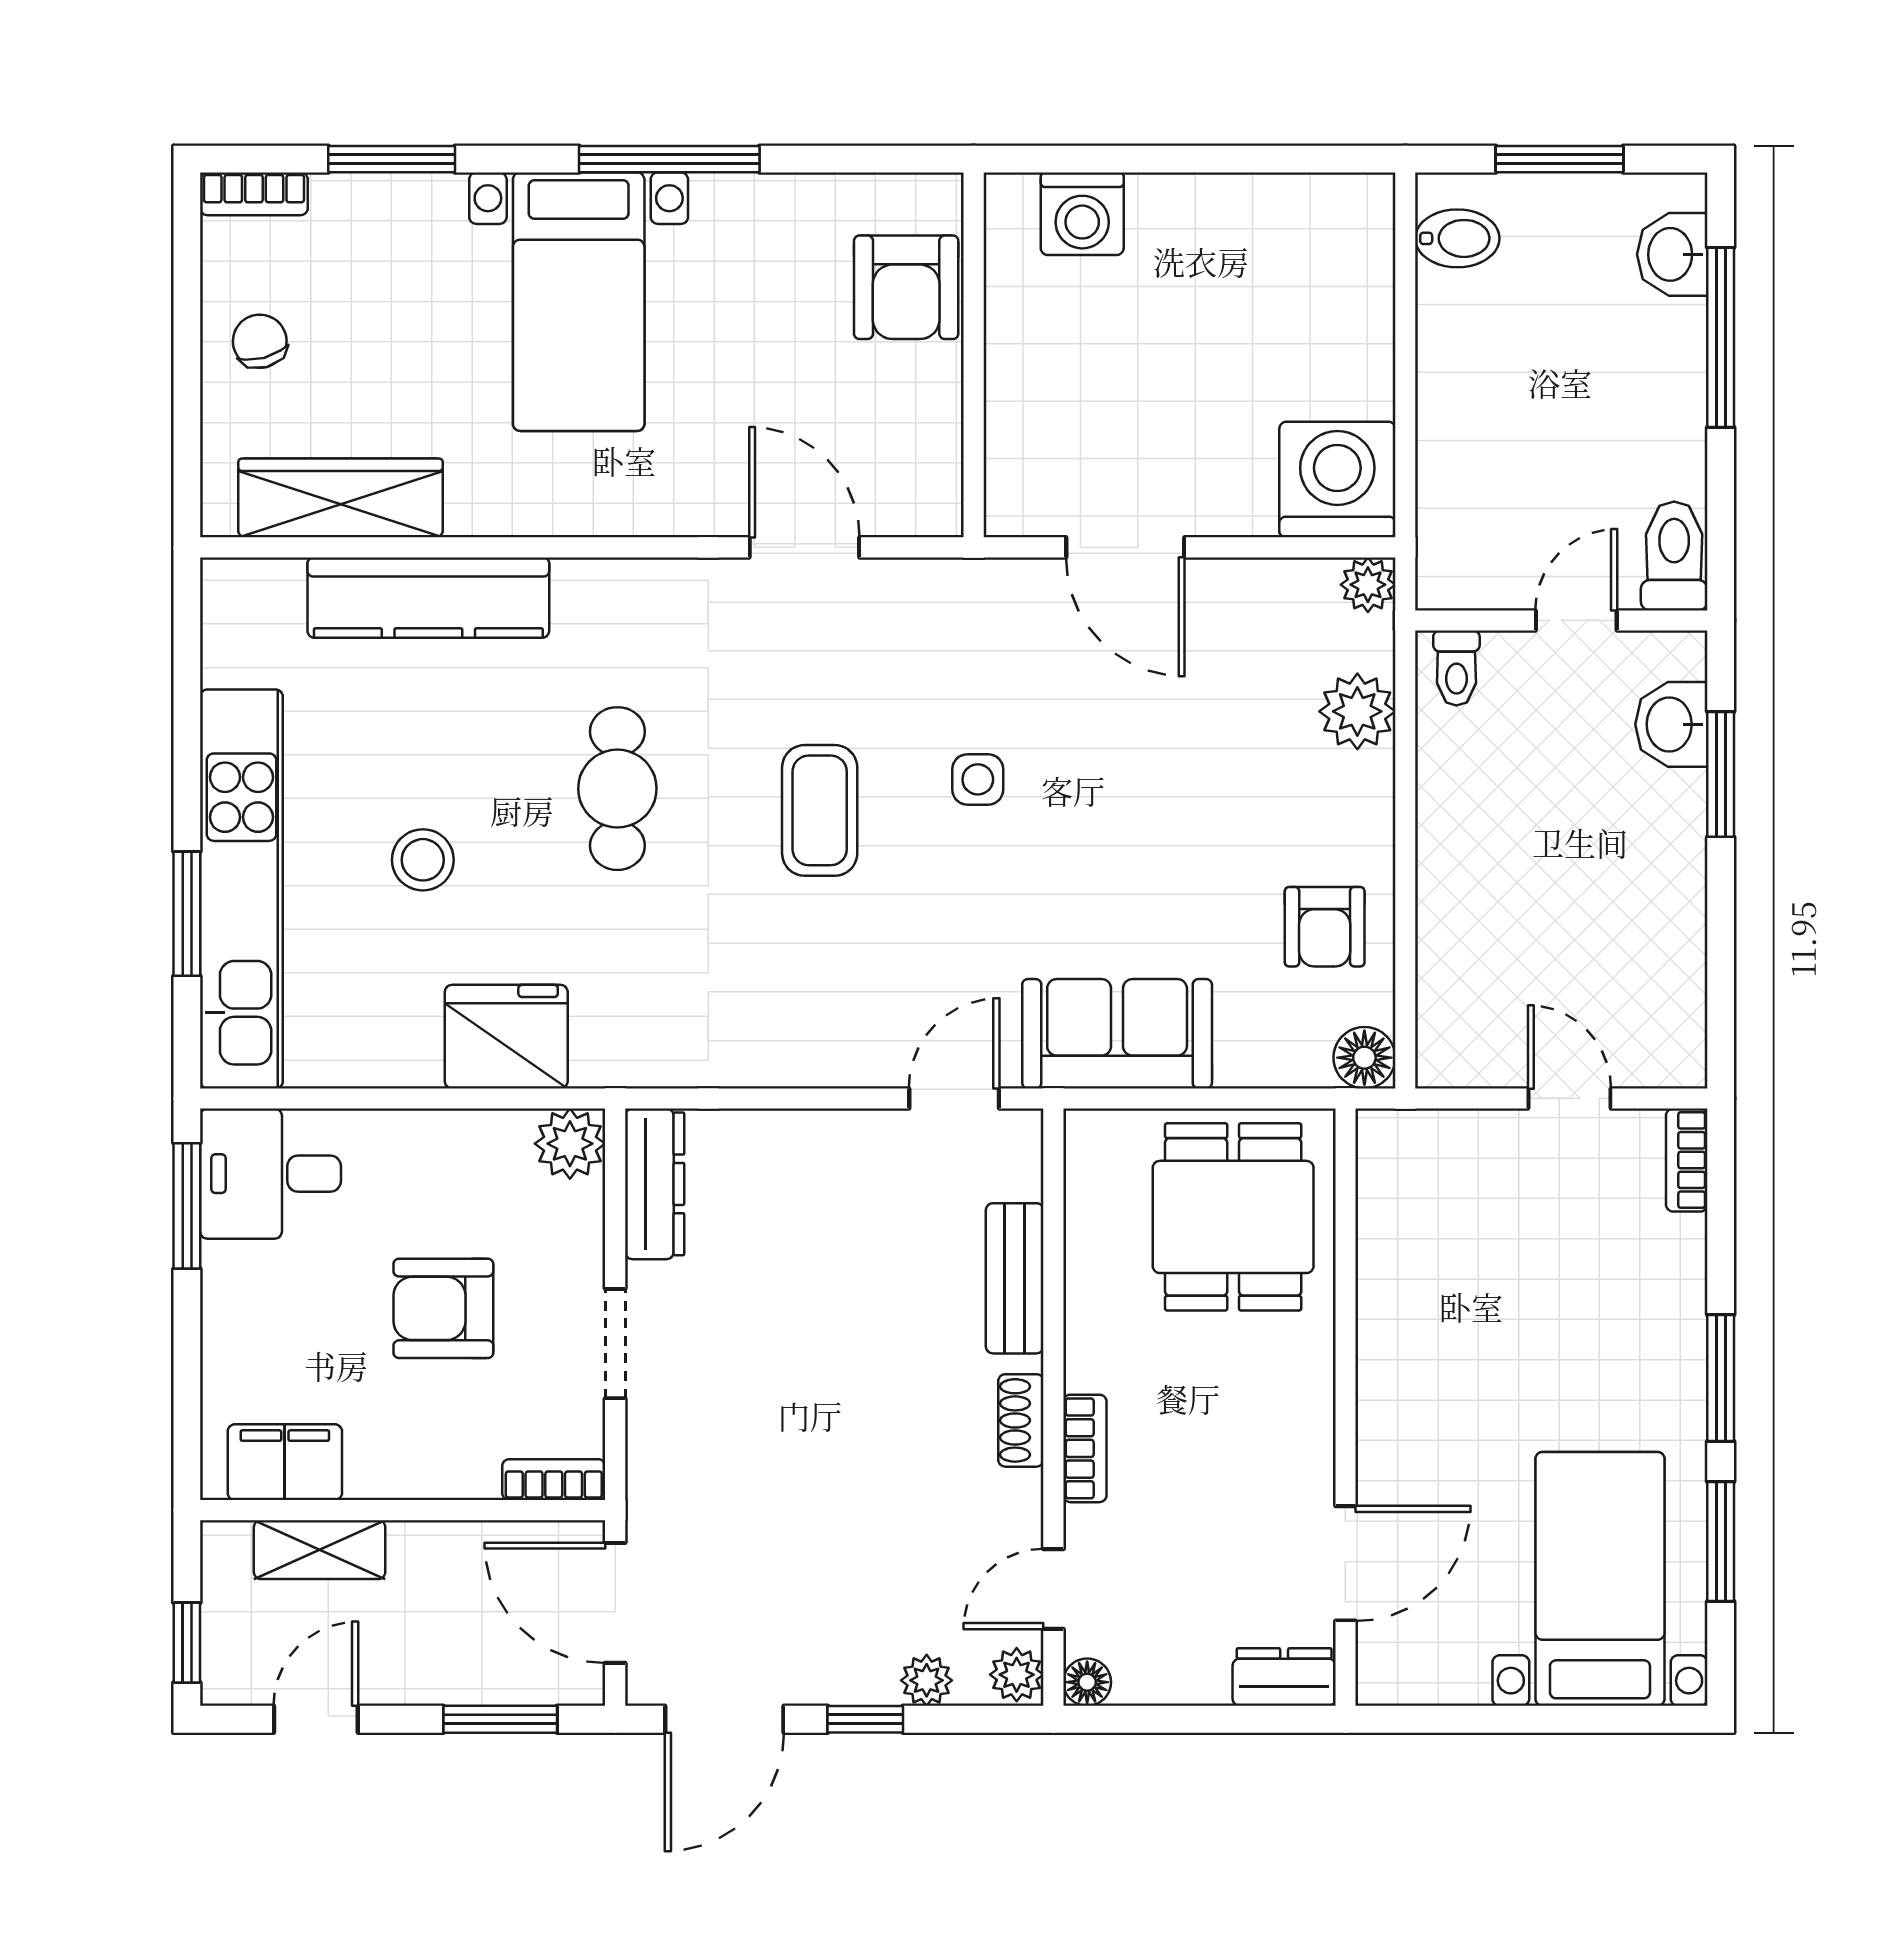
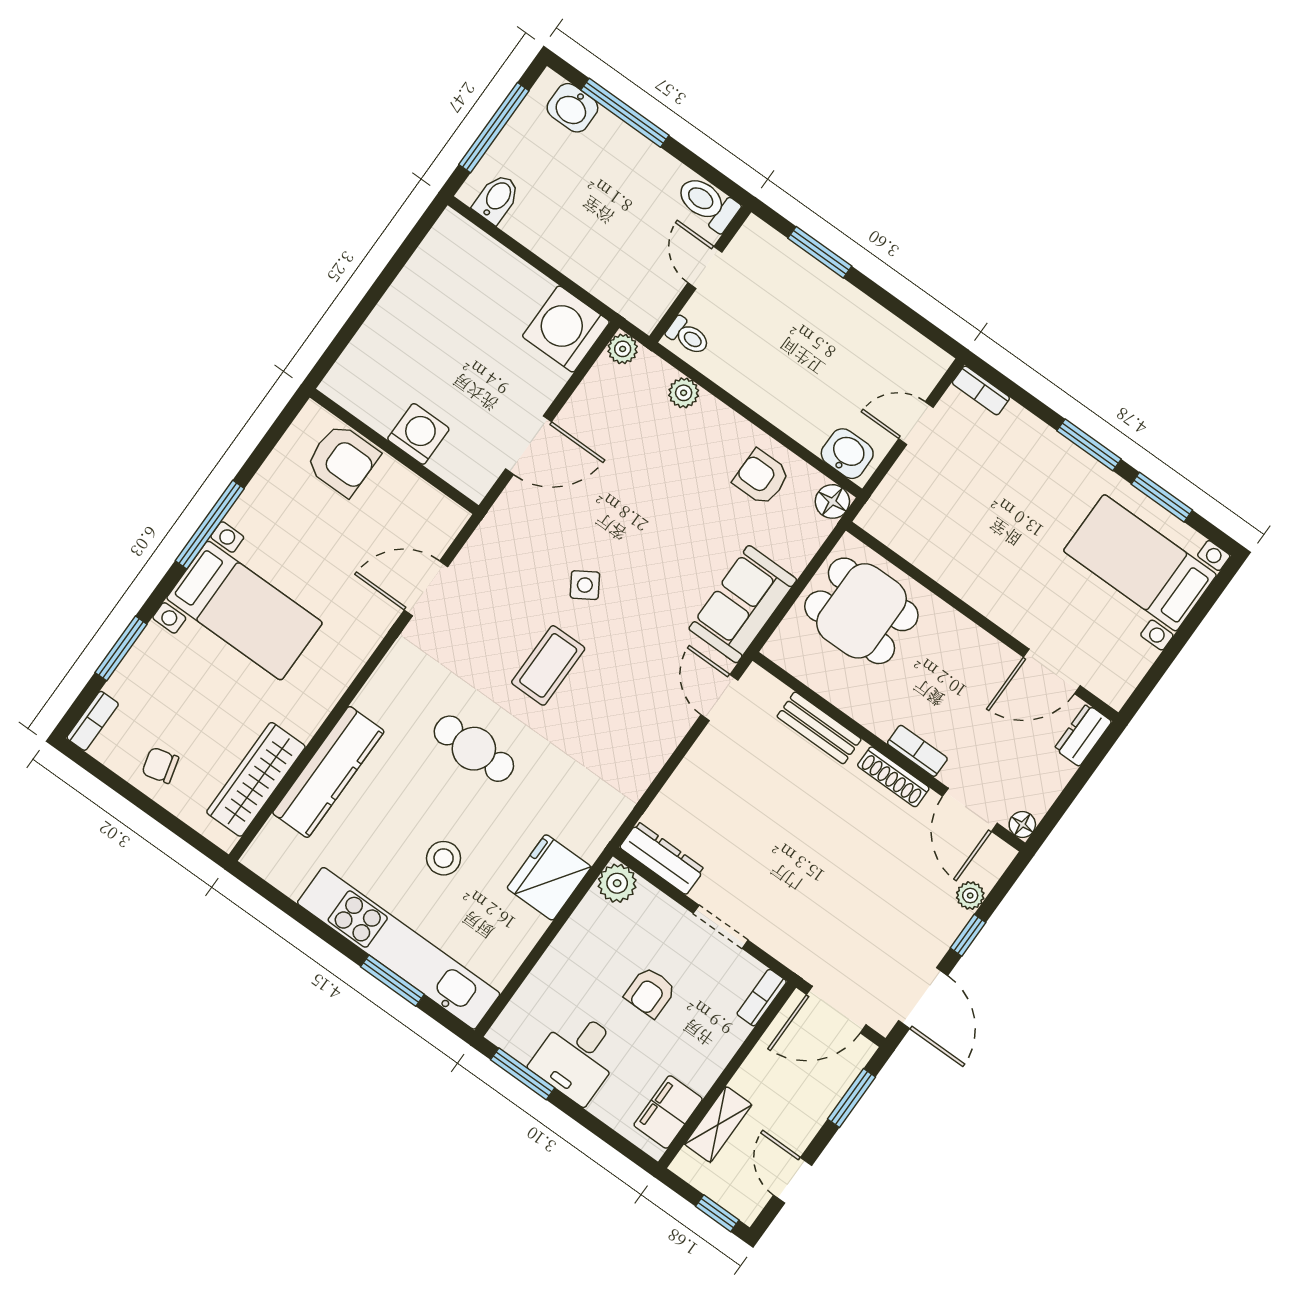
window: (1560, 159) -> (494, 128), width x1.44
washing machine: (1082, 214) -> (418, 434), moved, turned -90
plant: (1357, 711) -> (684, 393), width x0.73, depth x0.73
washbasin: (1671, 724) -> (847, 454), moved, turned 180
side table: (978, 779) -> (585, 585), turned -32
coffee table: (820, 810) -> (548, 665), turned 90
armchair: (1325, 927) -> (761, 477), turned 180
desk: (271, 1174) -> (578, 1057), moved
armchair: (443, 1308) -> (650, 992), width x0.72, depth x0.72
shoe rack: (1021, 1420) -> (893, 777), width x1.43
door: (1345, 1563) -> (1052, 671), swing flipped
door: (1053, 1589) -> (970, 810), width x1.38
plant: (1017, 1675) -> (996, 854), removed

